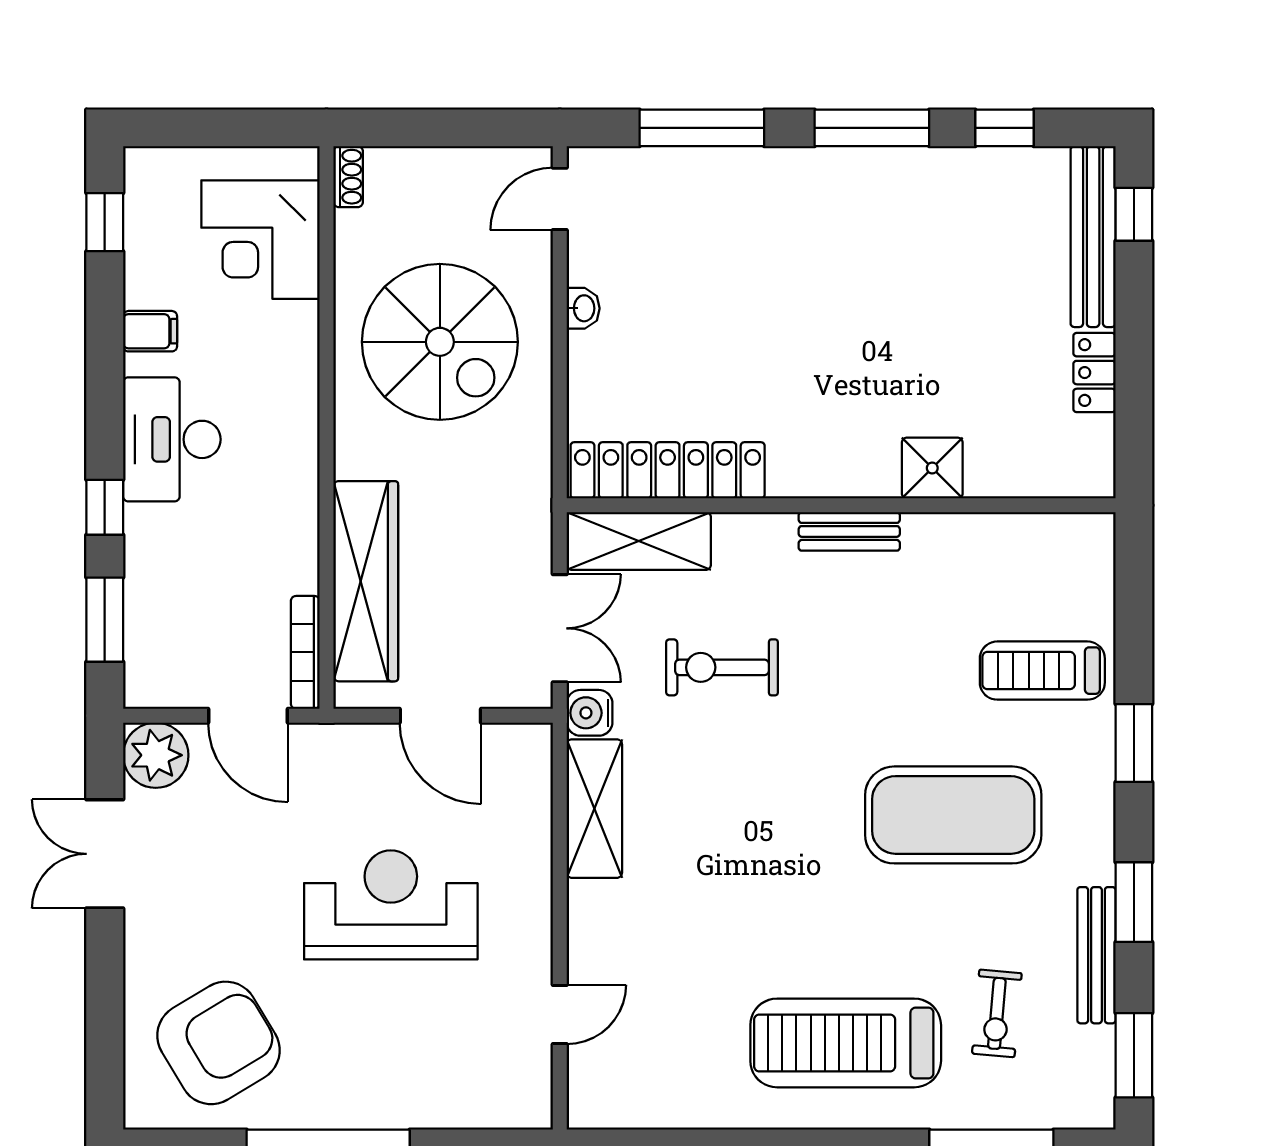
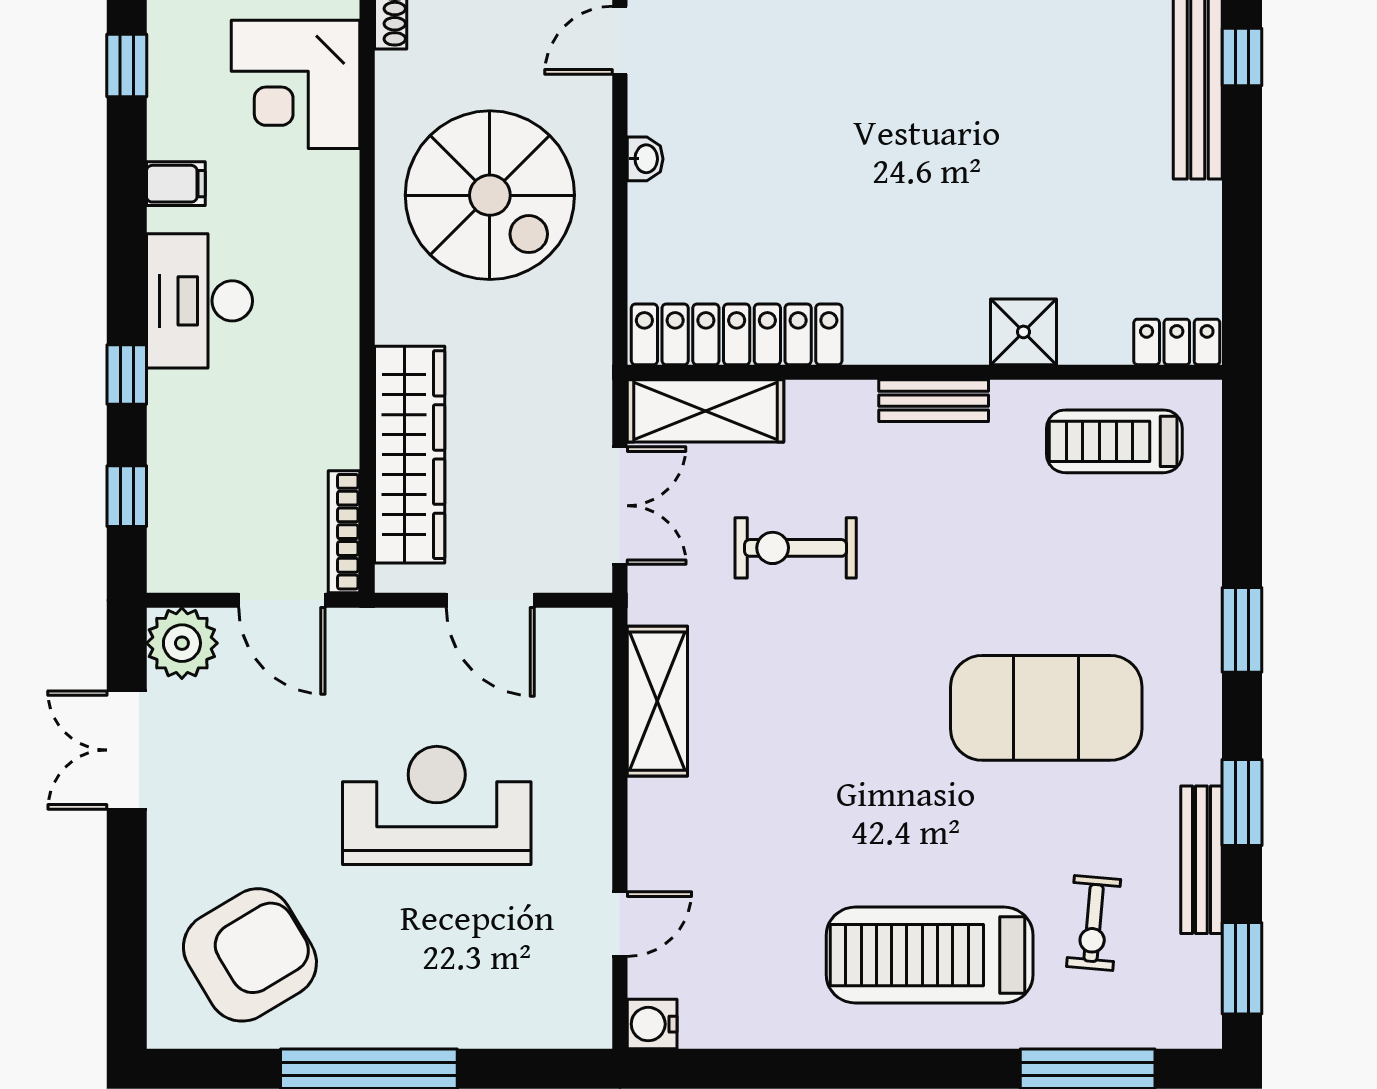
locker: (1094, 373) -> (1177, 342), moved, turned 90
window: (105, 620) -> (127, 496), width x0.67
treadmill: (1042, 671) -> (1114, 441), moved
water cooler: (590, 713) -> (652, 1024), moved

